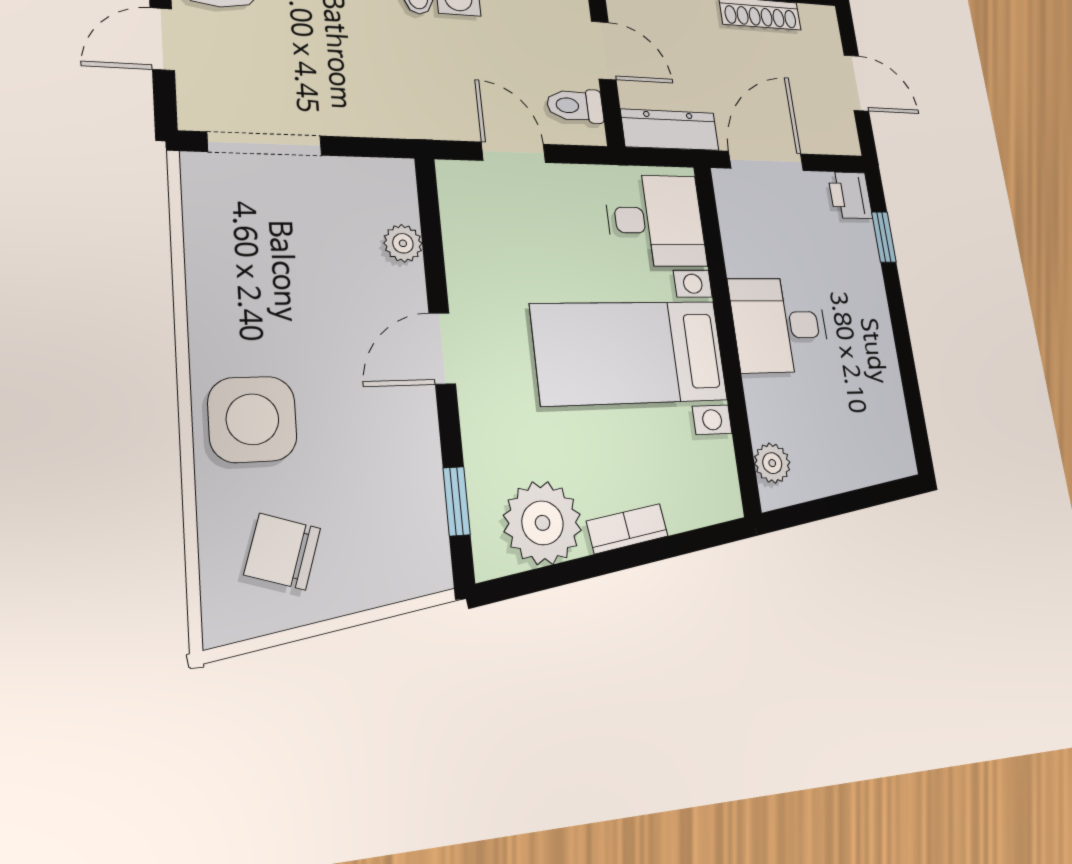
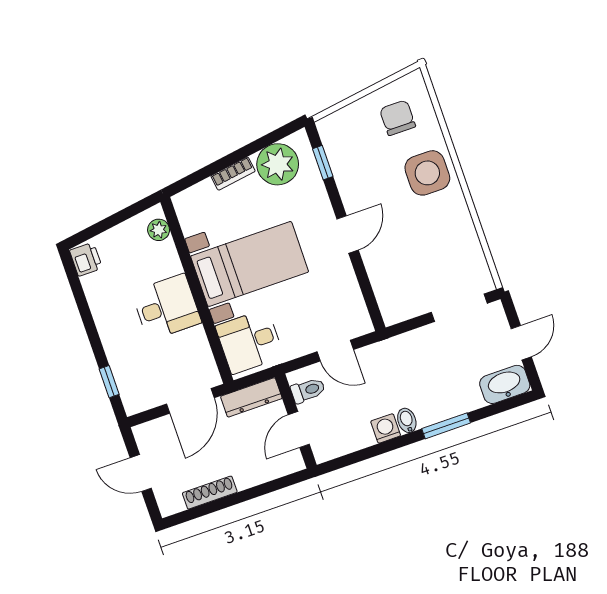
door: (604, 50) -> (299, 429), hinge flipped
printer: (850, 195) -> (86, 259), moved
plant: (403, 243) -> (380, 281), removed
chair: (282, 552) -> (398, 118), turned -108

